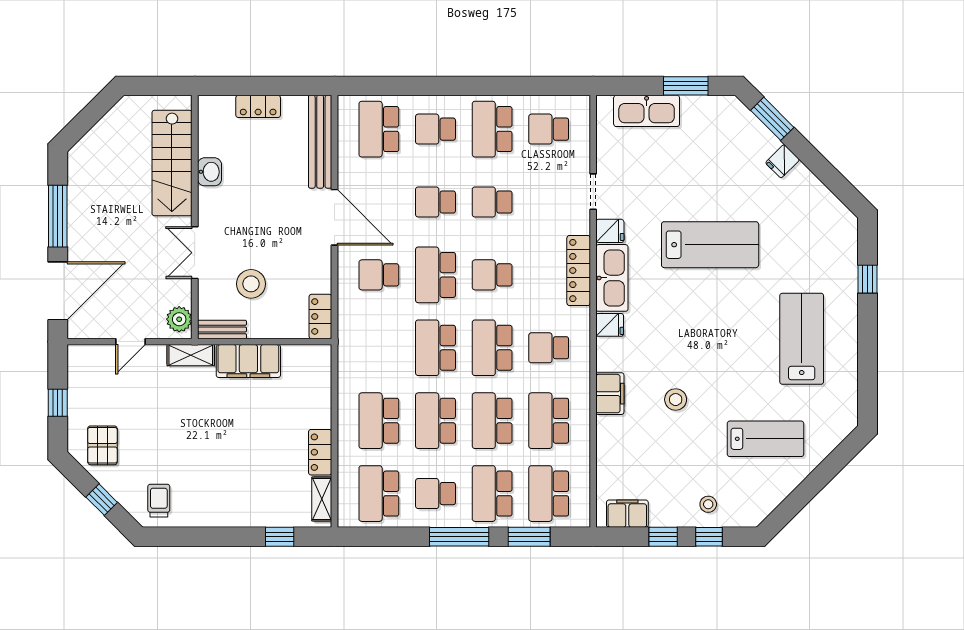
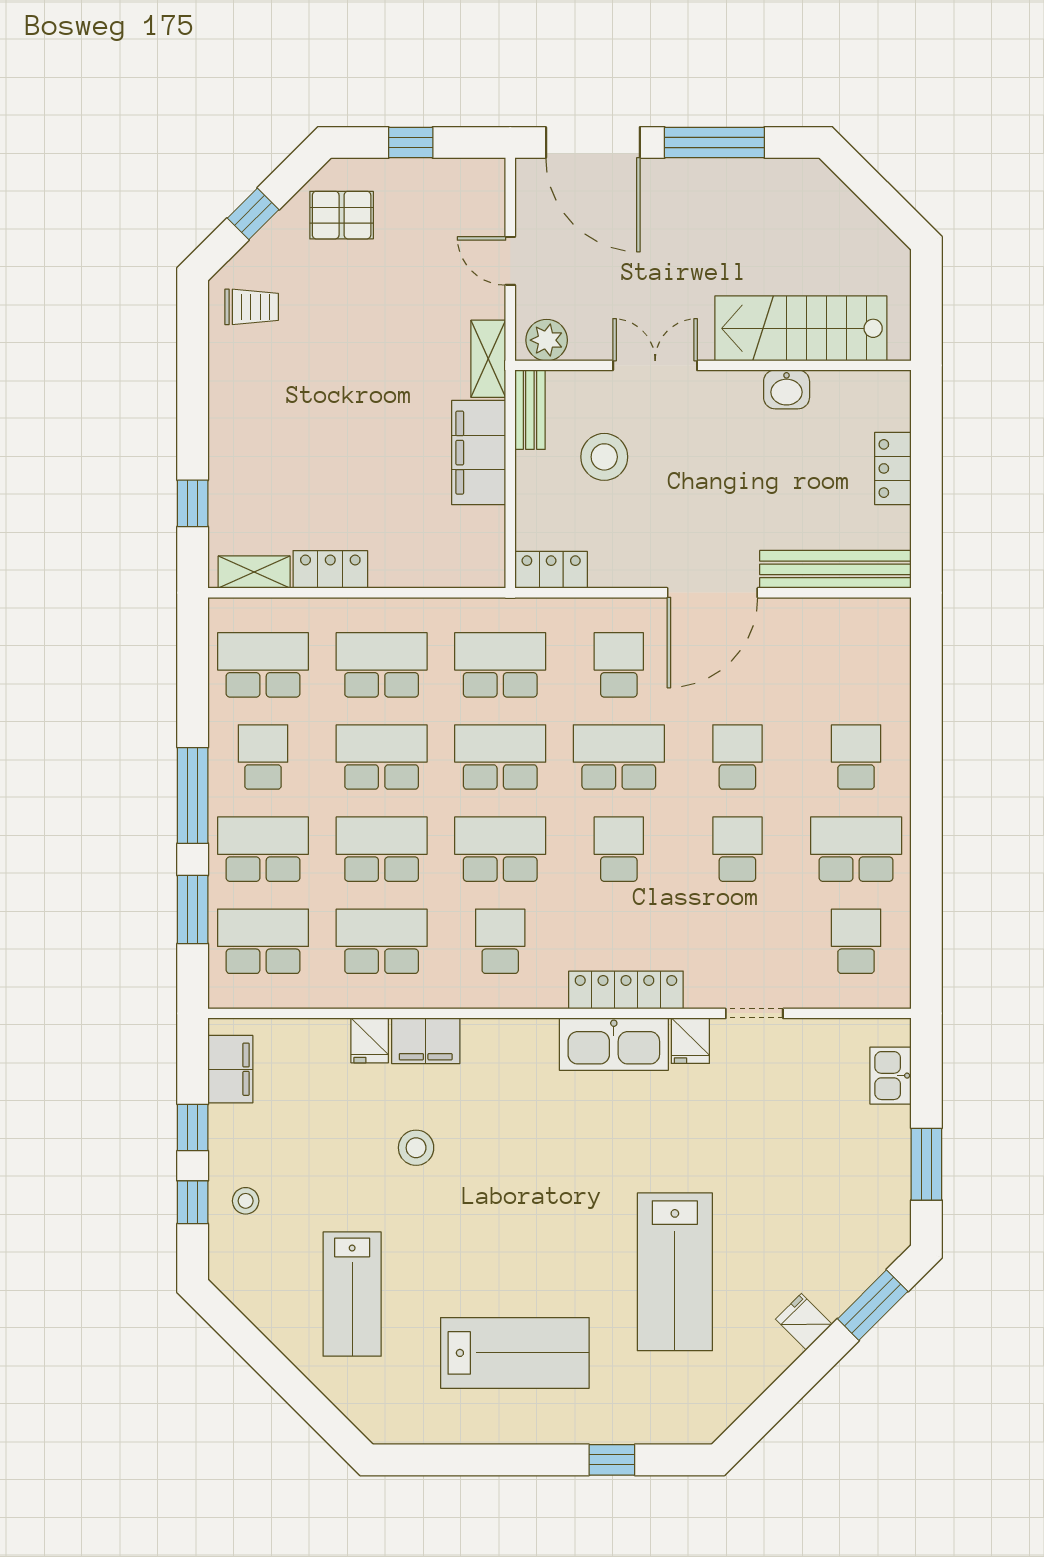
kitchen sink: (647, 111) -> (891, 1076), width x0.53, depth x0.81
school desk: (379, 129) -> (500, 665), moved
lab bench: (710, 245) -> (675, 1272), moved
fridge: (610, 325) -> (370, 1040), moved

